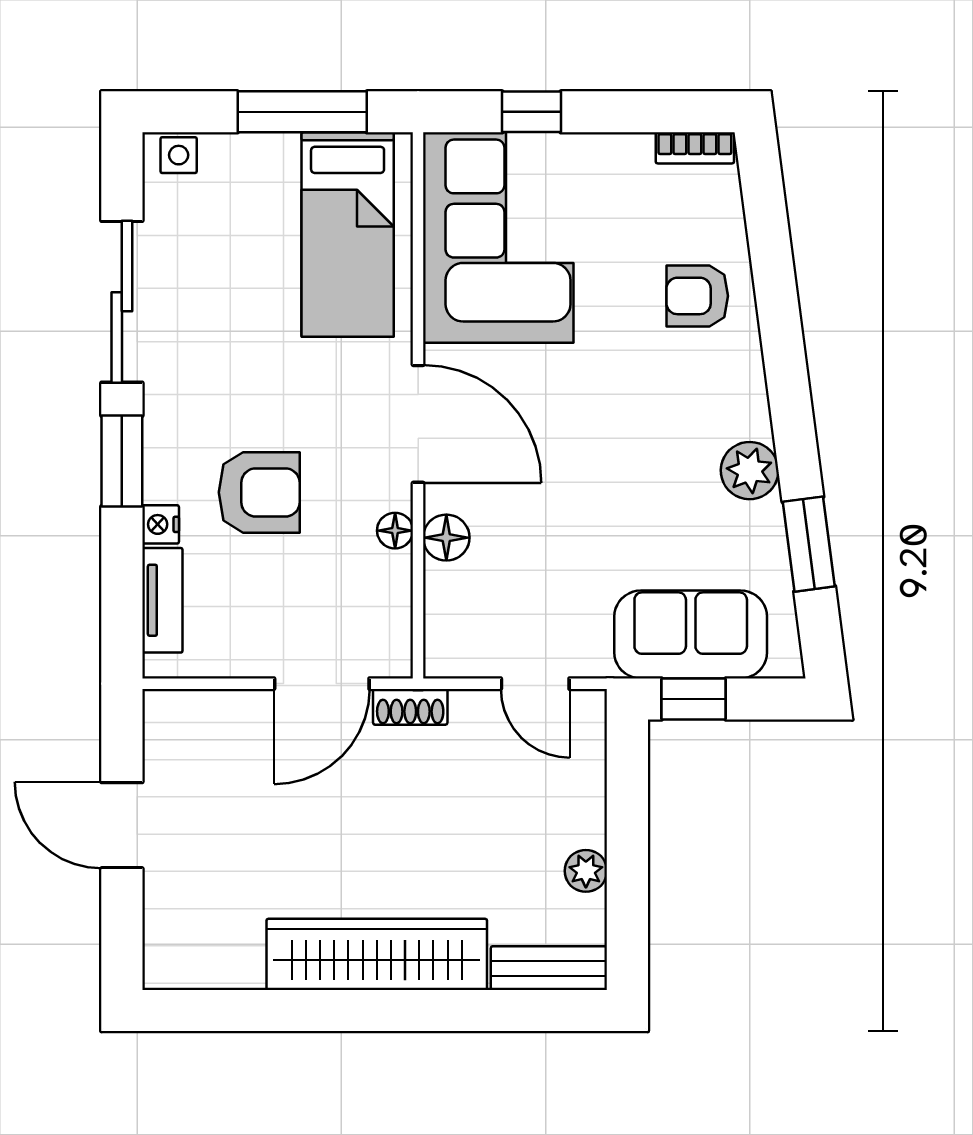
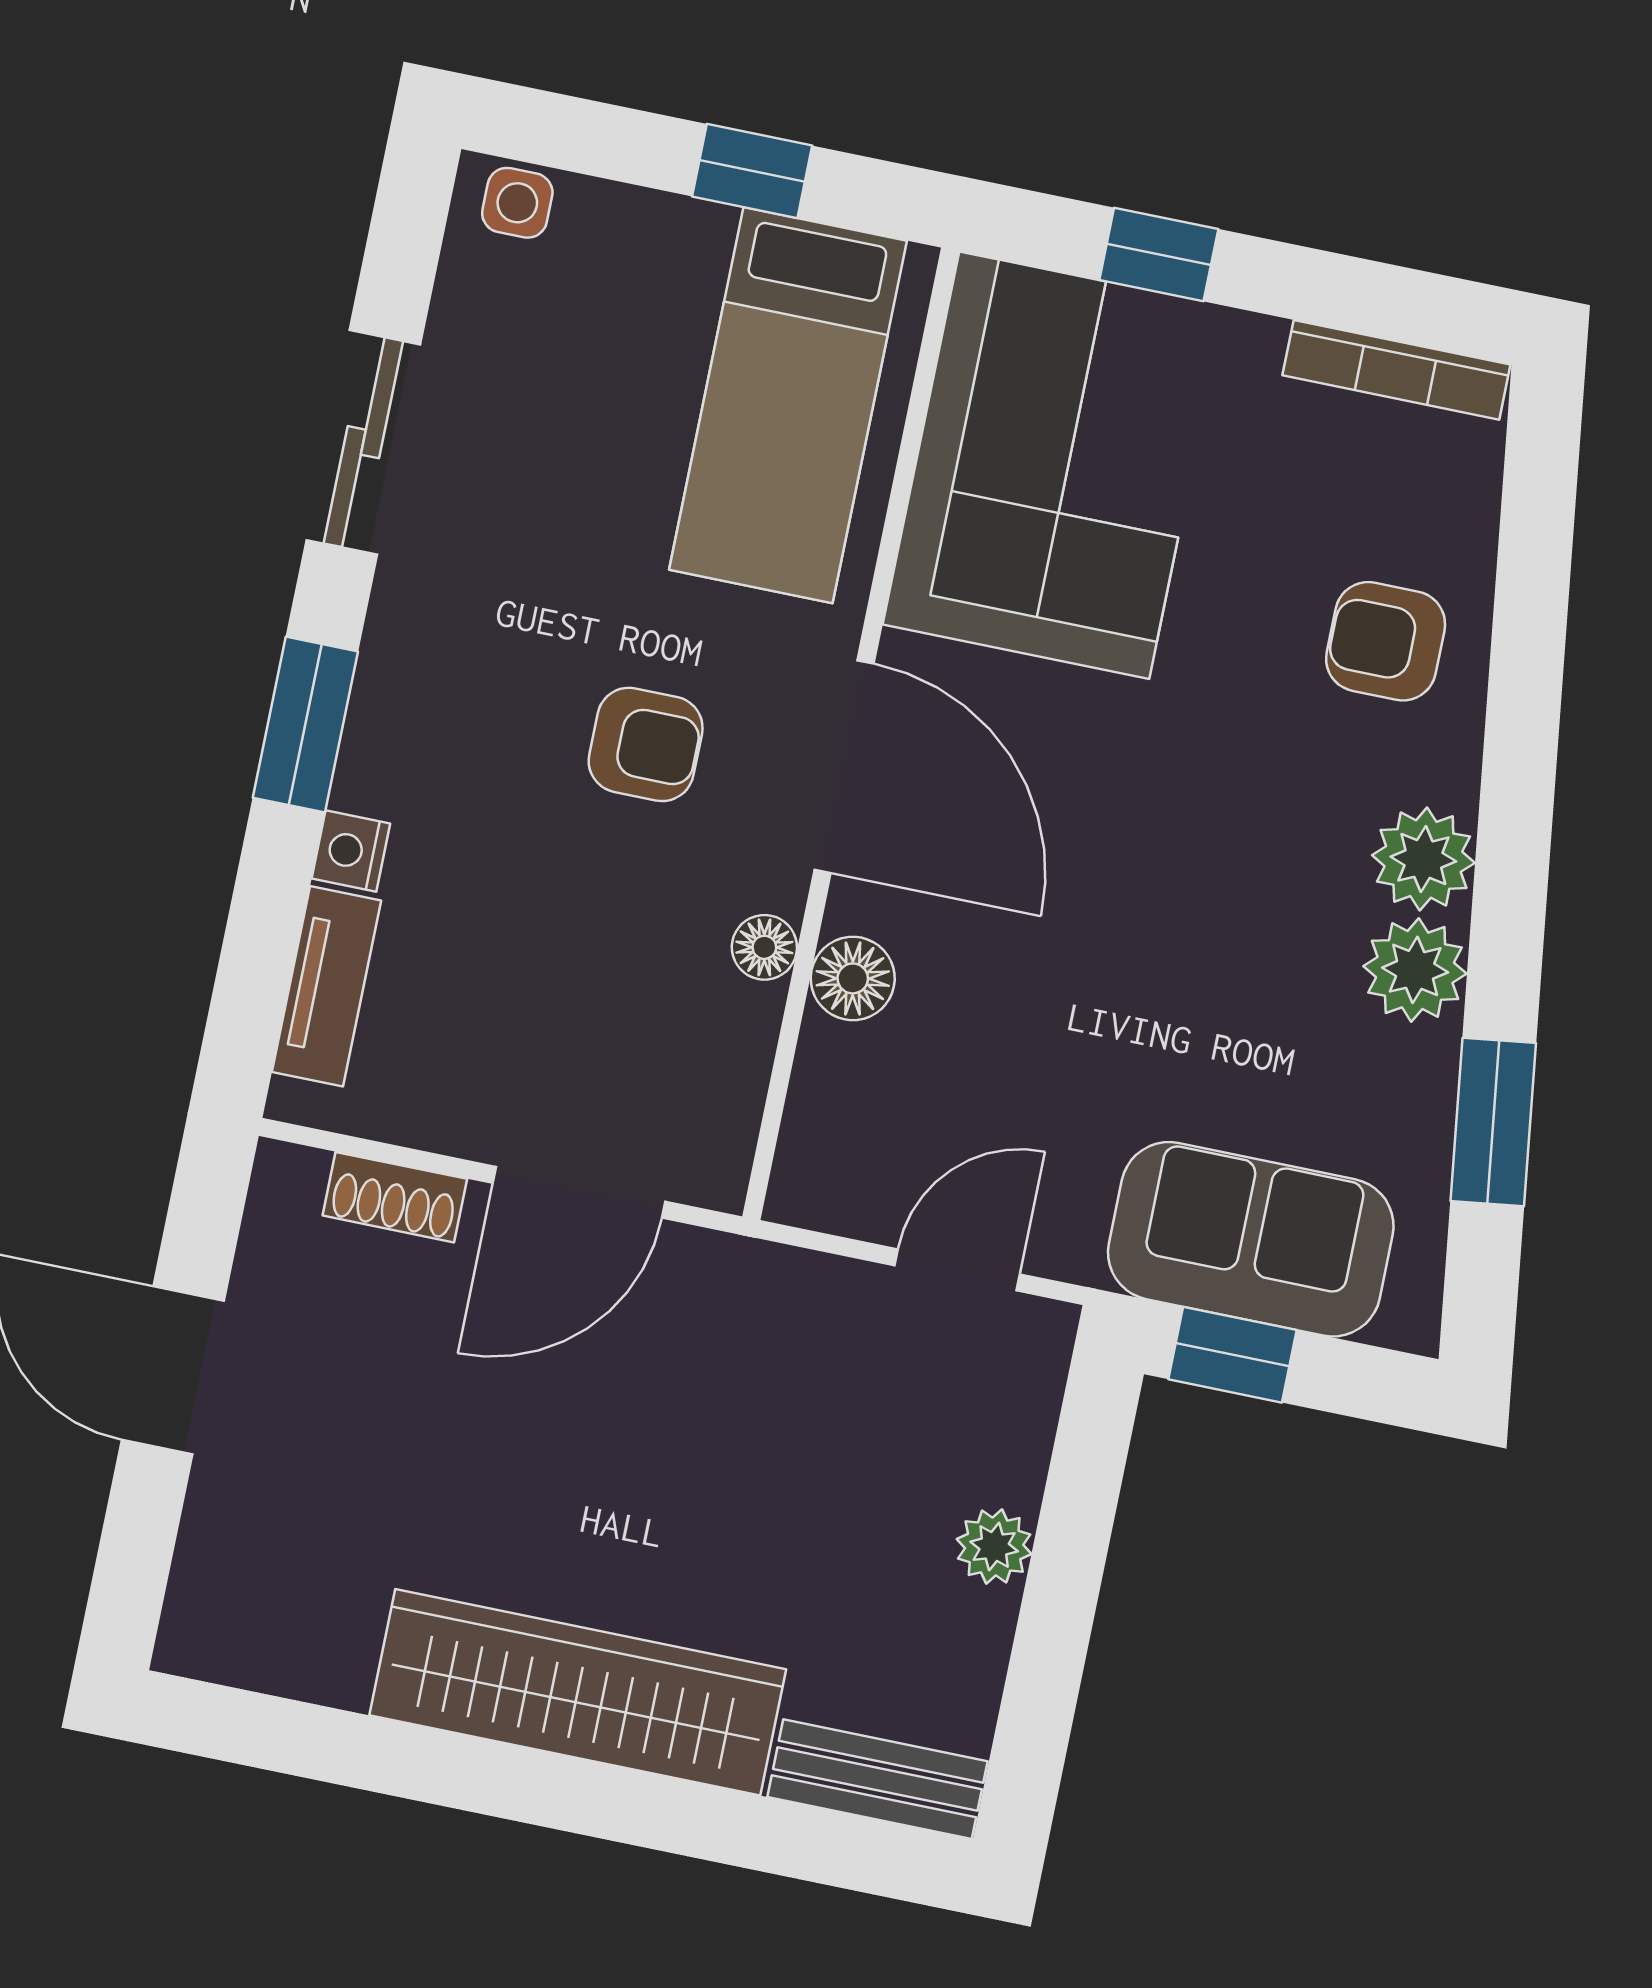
window: (302, 112) -> (752, 171), width x0.46
bookcase: (695, 148) -> (1396, 370), width x1.56
sliding door: (122, 302) -> (363, 442), width x0.73
plant: (742, 410) -> (1423, 859), added
armchair: (259, 492) -> (646, 744), moved, width x0.72, depth x0.72
door: (535, 684) -> (957, 1270), swing flipped
shoe rack: (410, 707) -> (395, 1197), moved
plant: (586, 871) -> (994, 1546), moved

